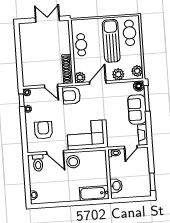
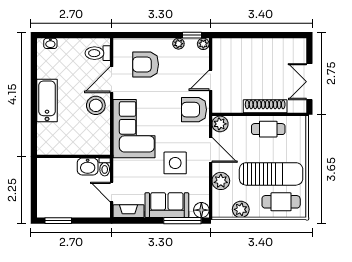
double door: (47, 19) -> (309, 82), swing flipped
shoe rack: (67, 69) -> (265, 106), moved
plant: (137, 71) -> (241, 209), moved
armchair: (72, 96) -> (194, 110), turned -90
side table: (108, 106) -> (175, 163), added
armchair: (43, 130) -> (146, 64), turned 180
washbasin: (116, 186) -> (88, 167), moved
bathtub: (94, 193) -> (47, 101), moved

